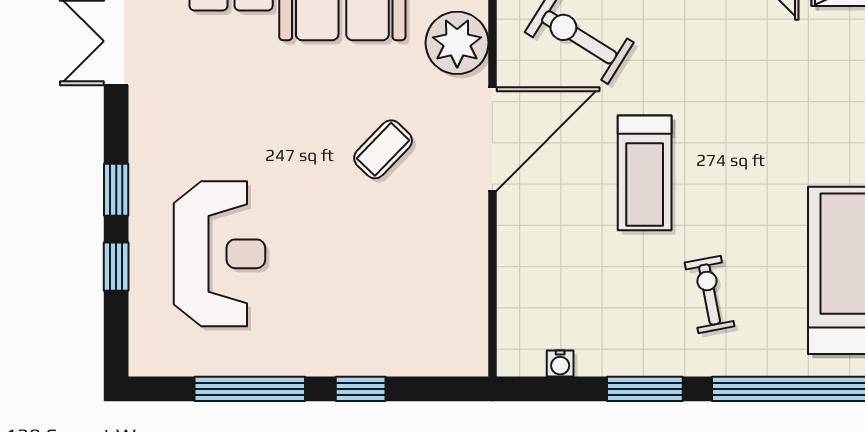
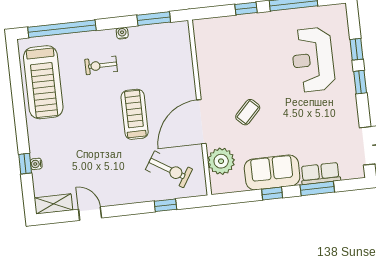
exercise bike: (710, 294) -> (101, 65), turned 101
water cooler: (560, 364) -> (122, 33), moved
window: (645, 389) -> (154, 19), moved

